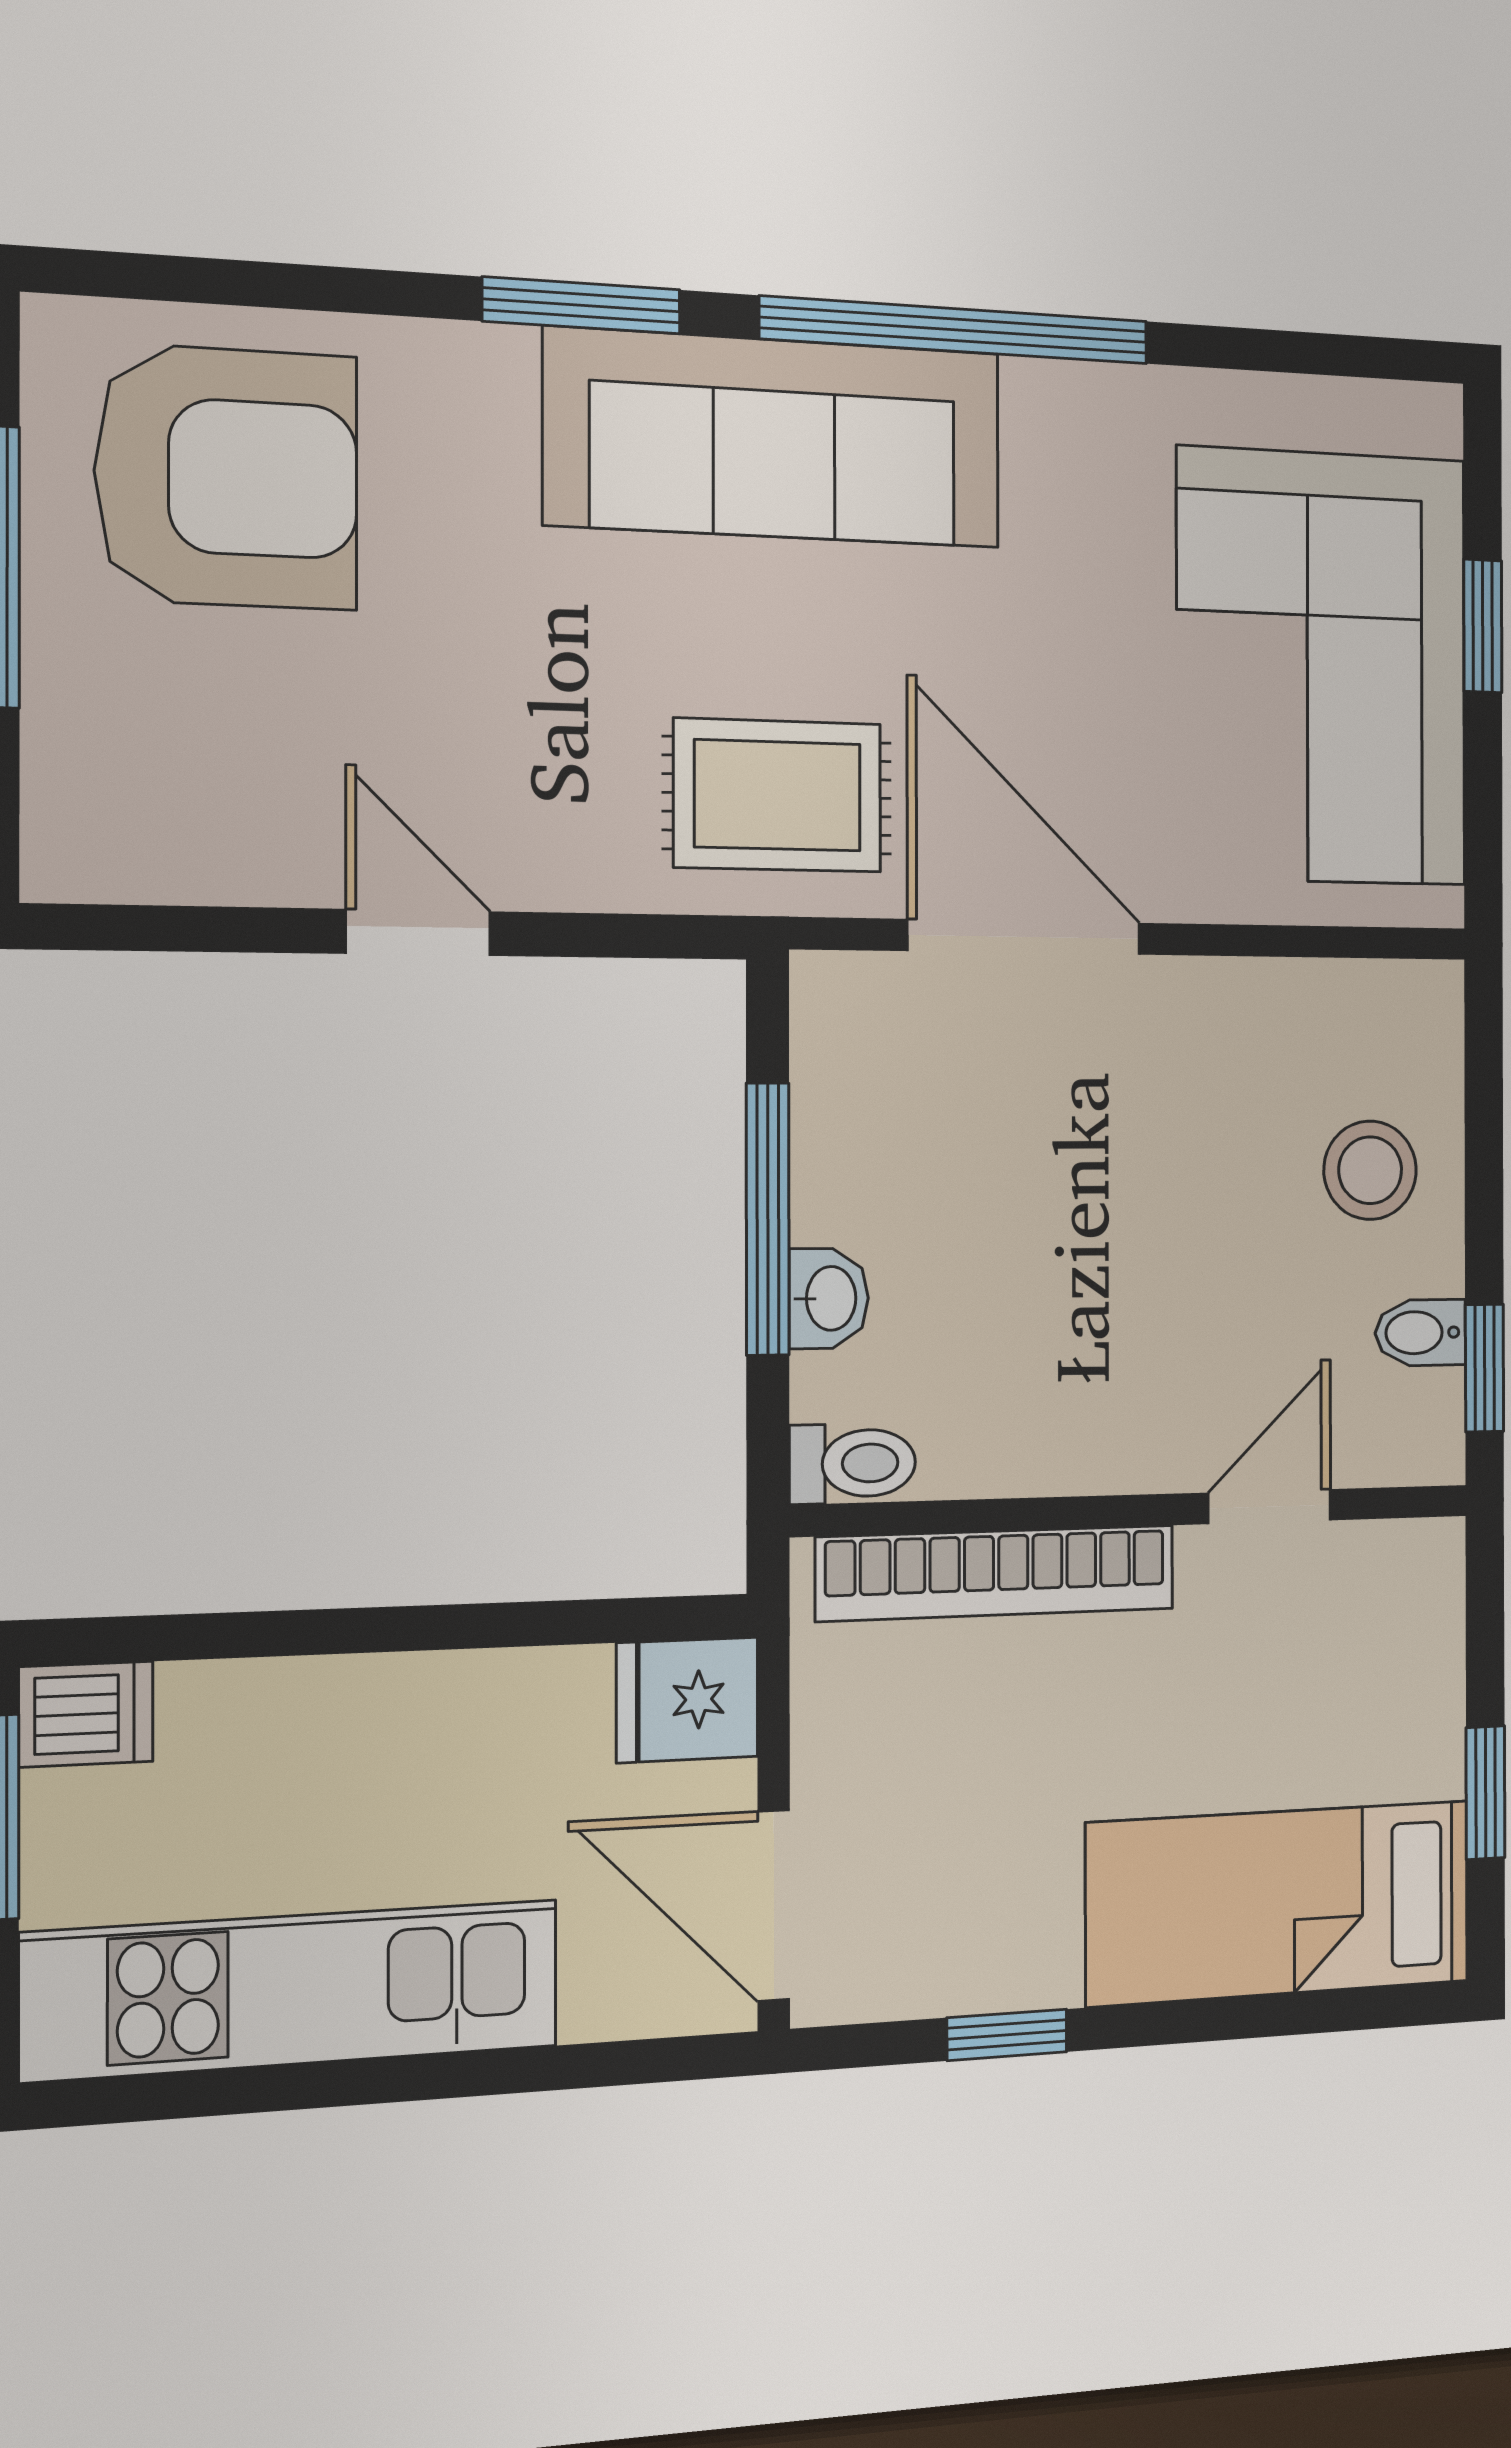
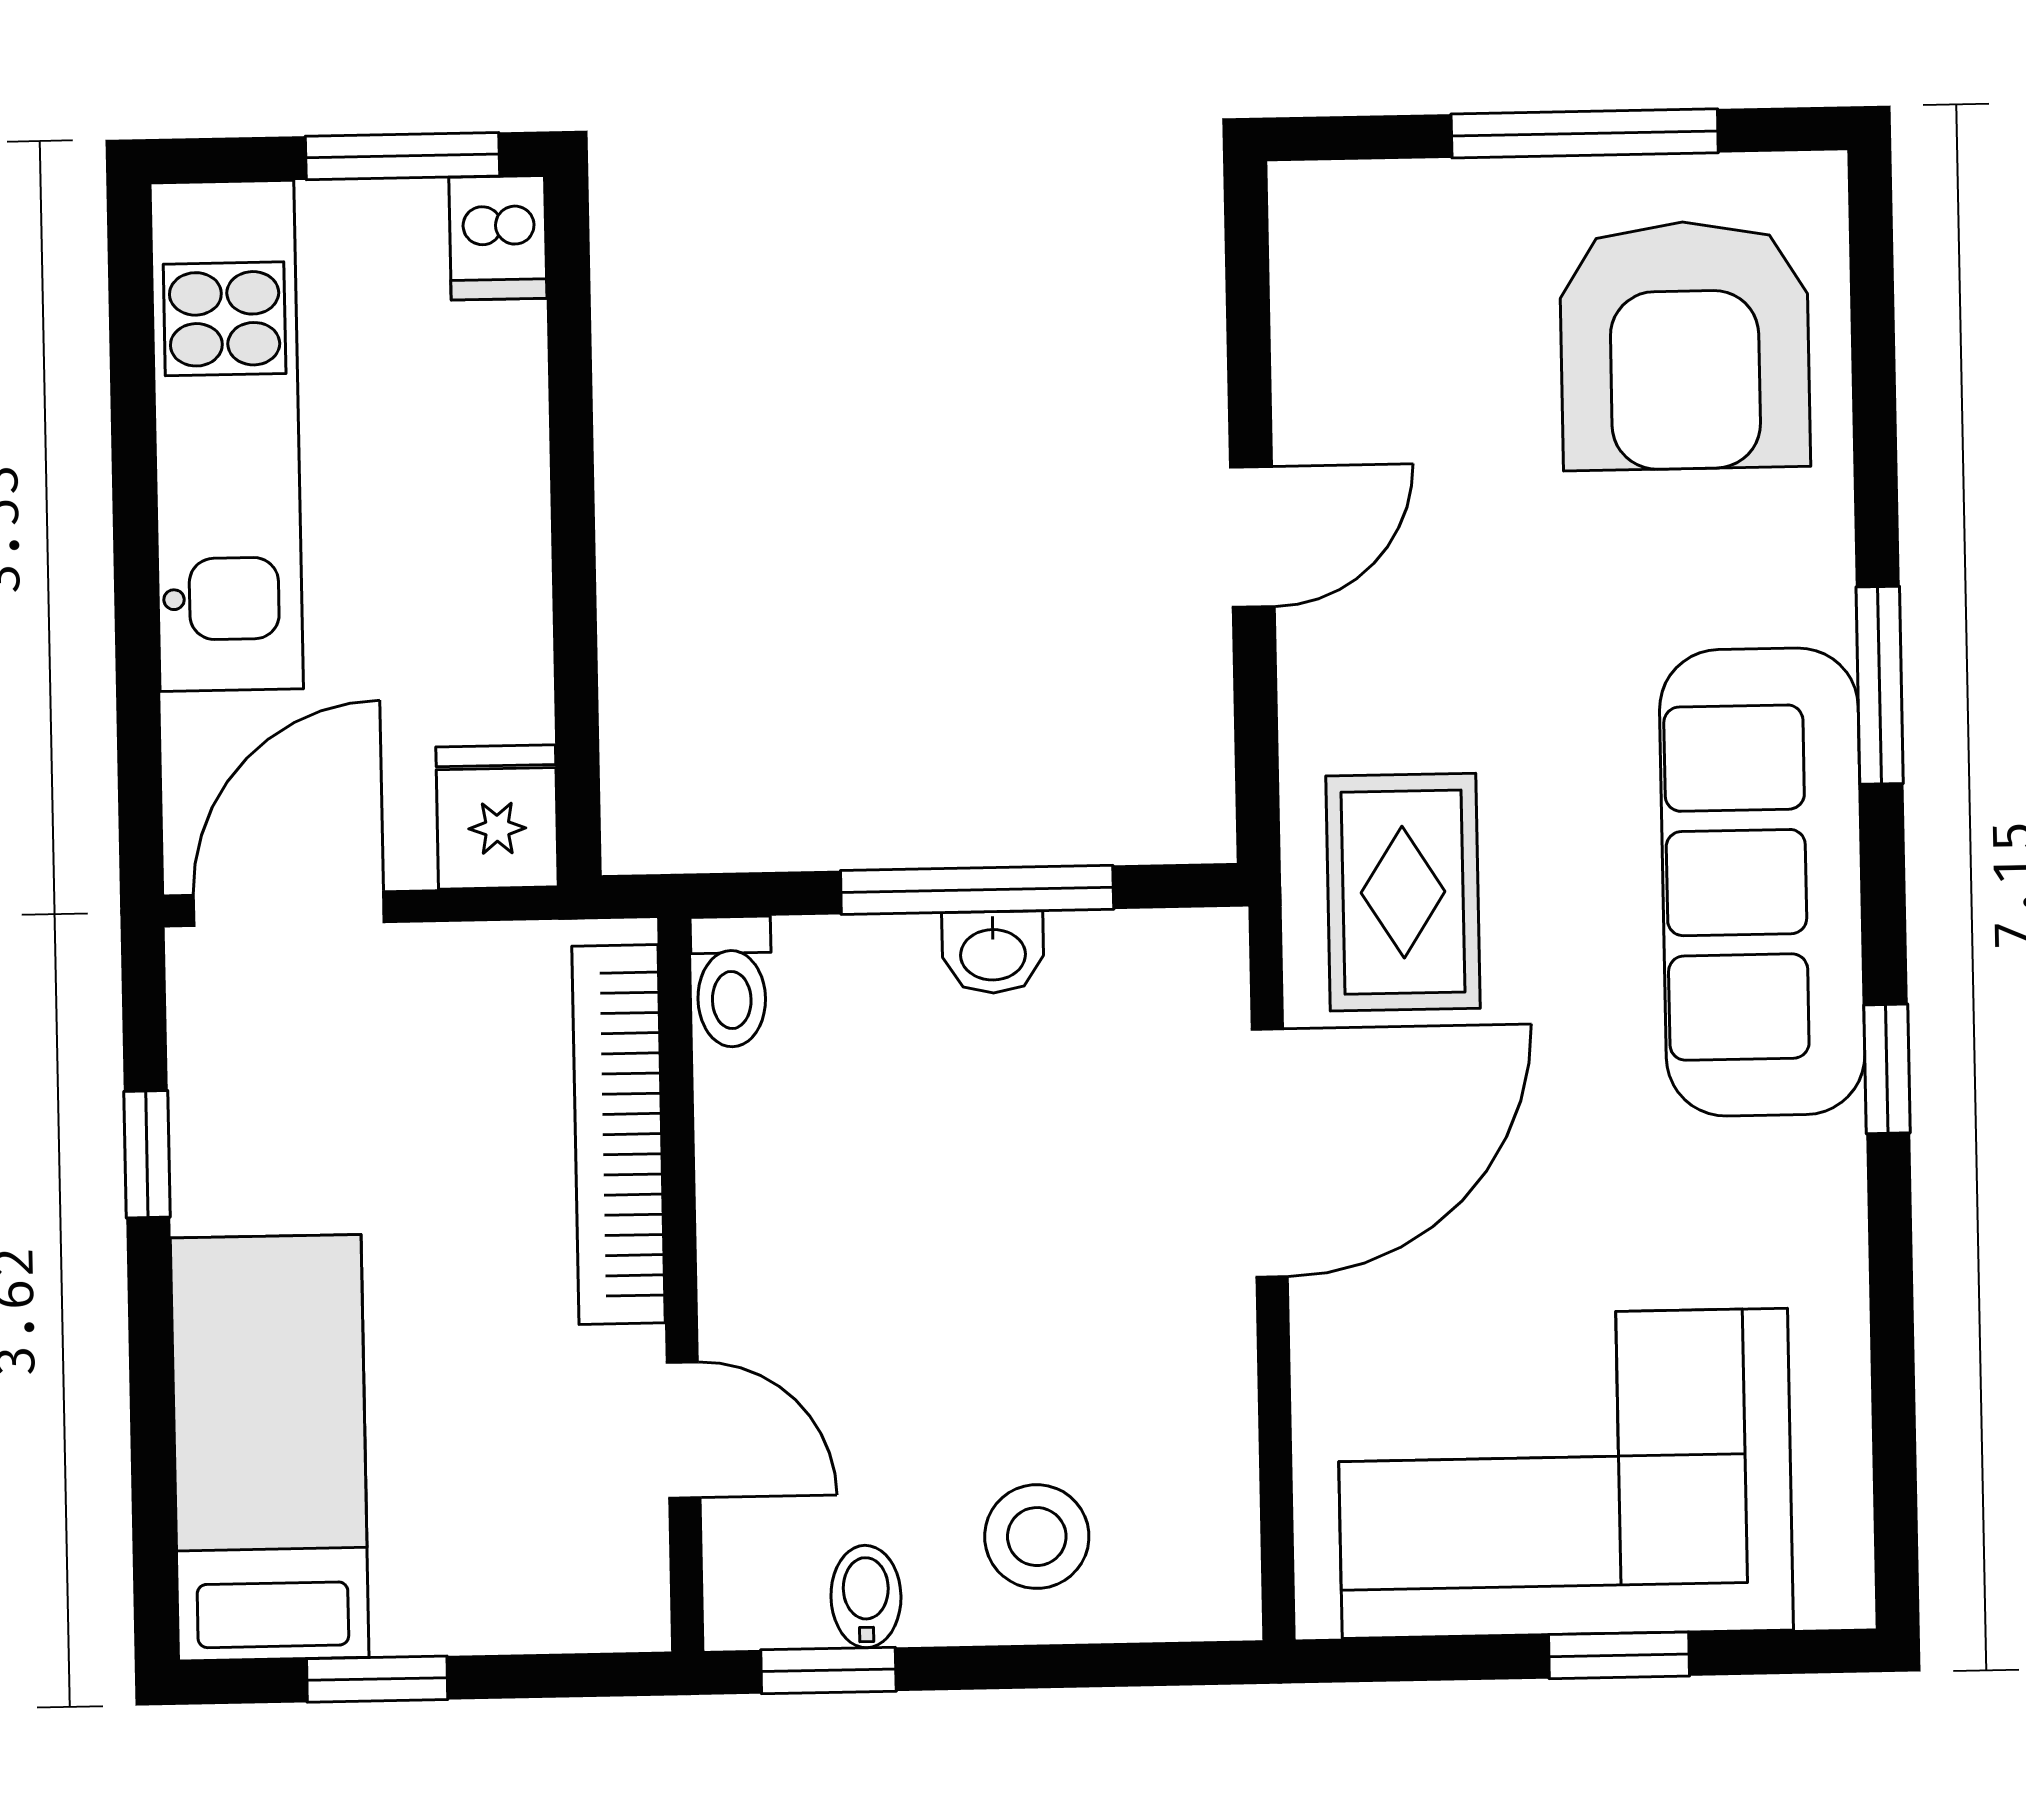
window: (956, 330) -> (1887, 1069), width x0.32
washbasin: (829, 1298) -> (993, 952), moved

